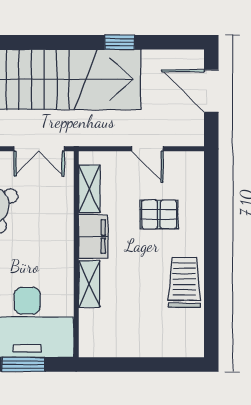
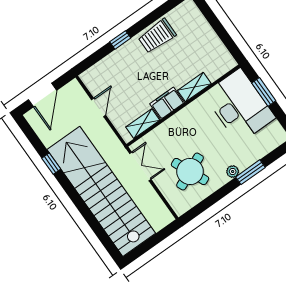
pallet: (159, 214) -> (130, 76), removed
window: (211, 234) -> (120, 40), added

